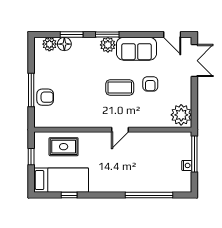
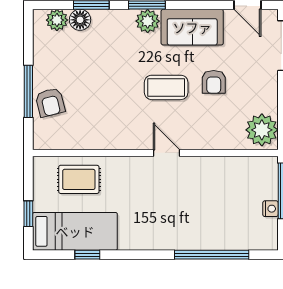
armchair: (45, 97) -> (50, 102), turned 76
door: (120, 130) -> (166, 153), swing flipped
window: (31, 157) -> (28, 214), moved

